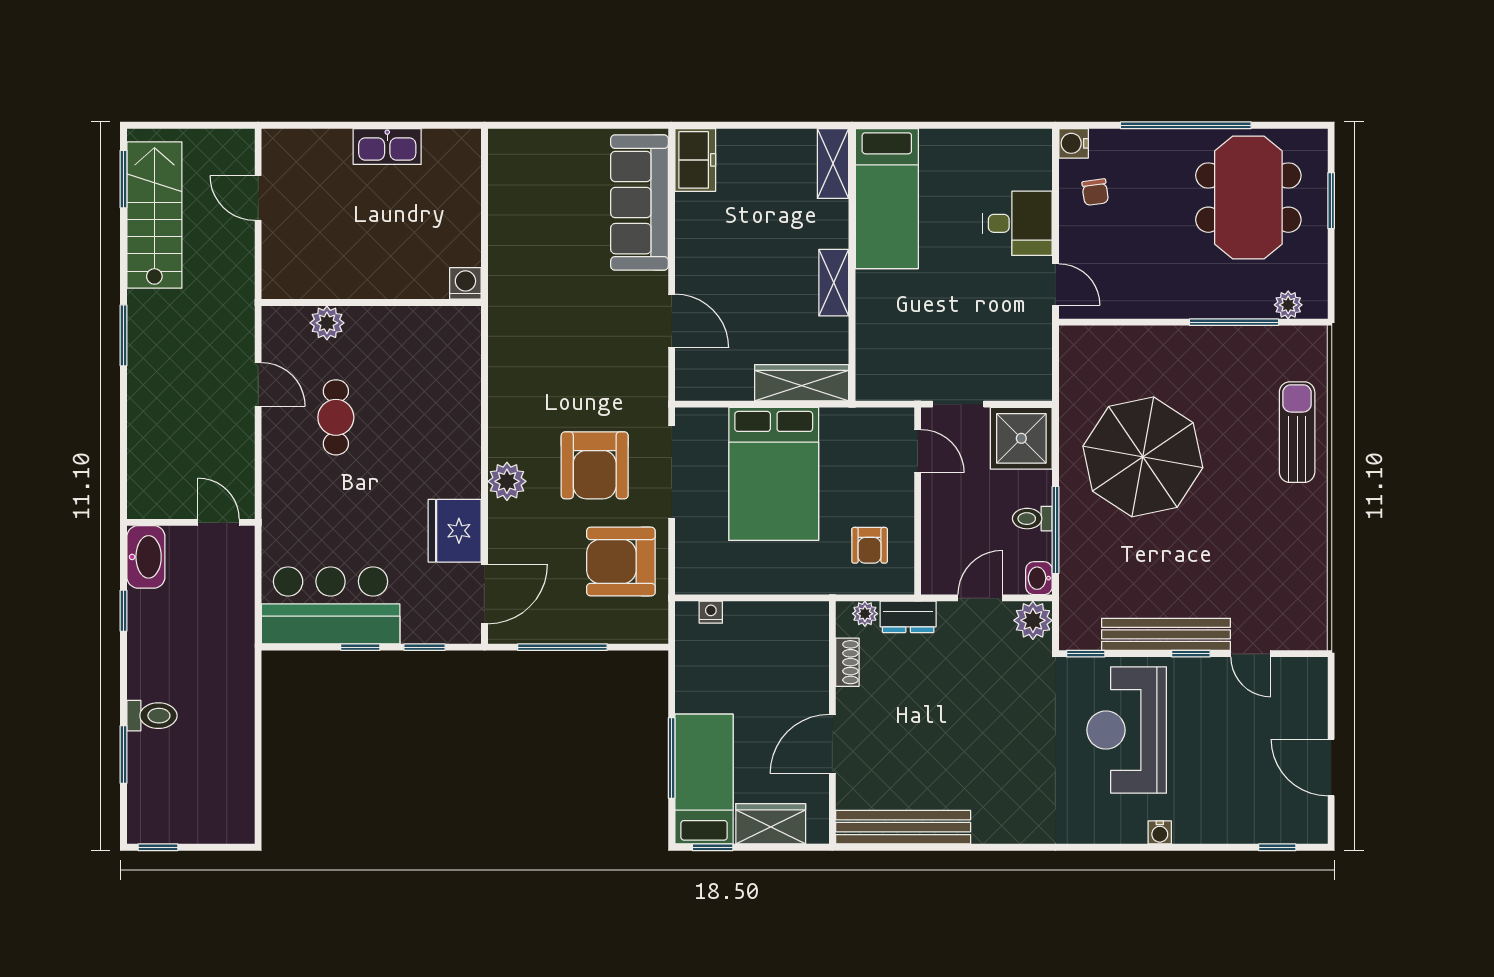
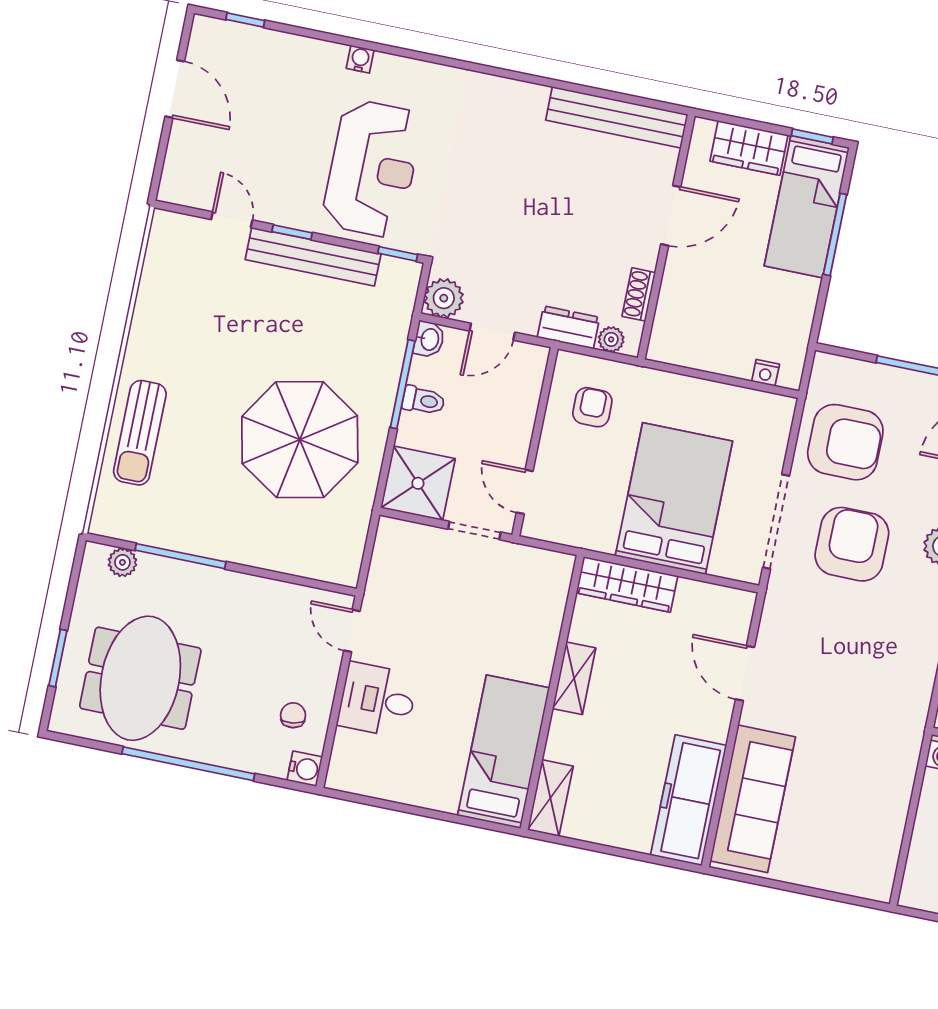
freezer: (695, 160) -> (689, 800), width x1.91, depth x1.26

